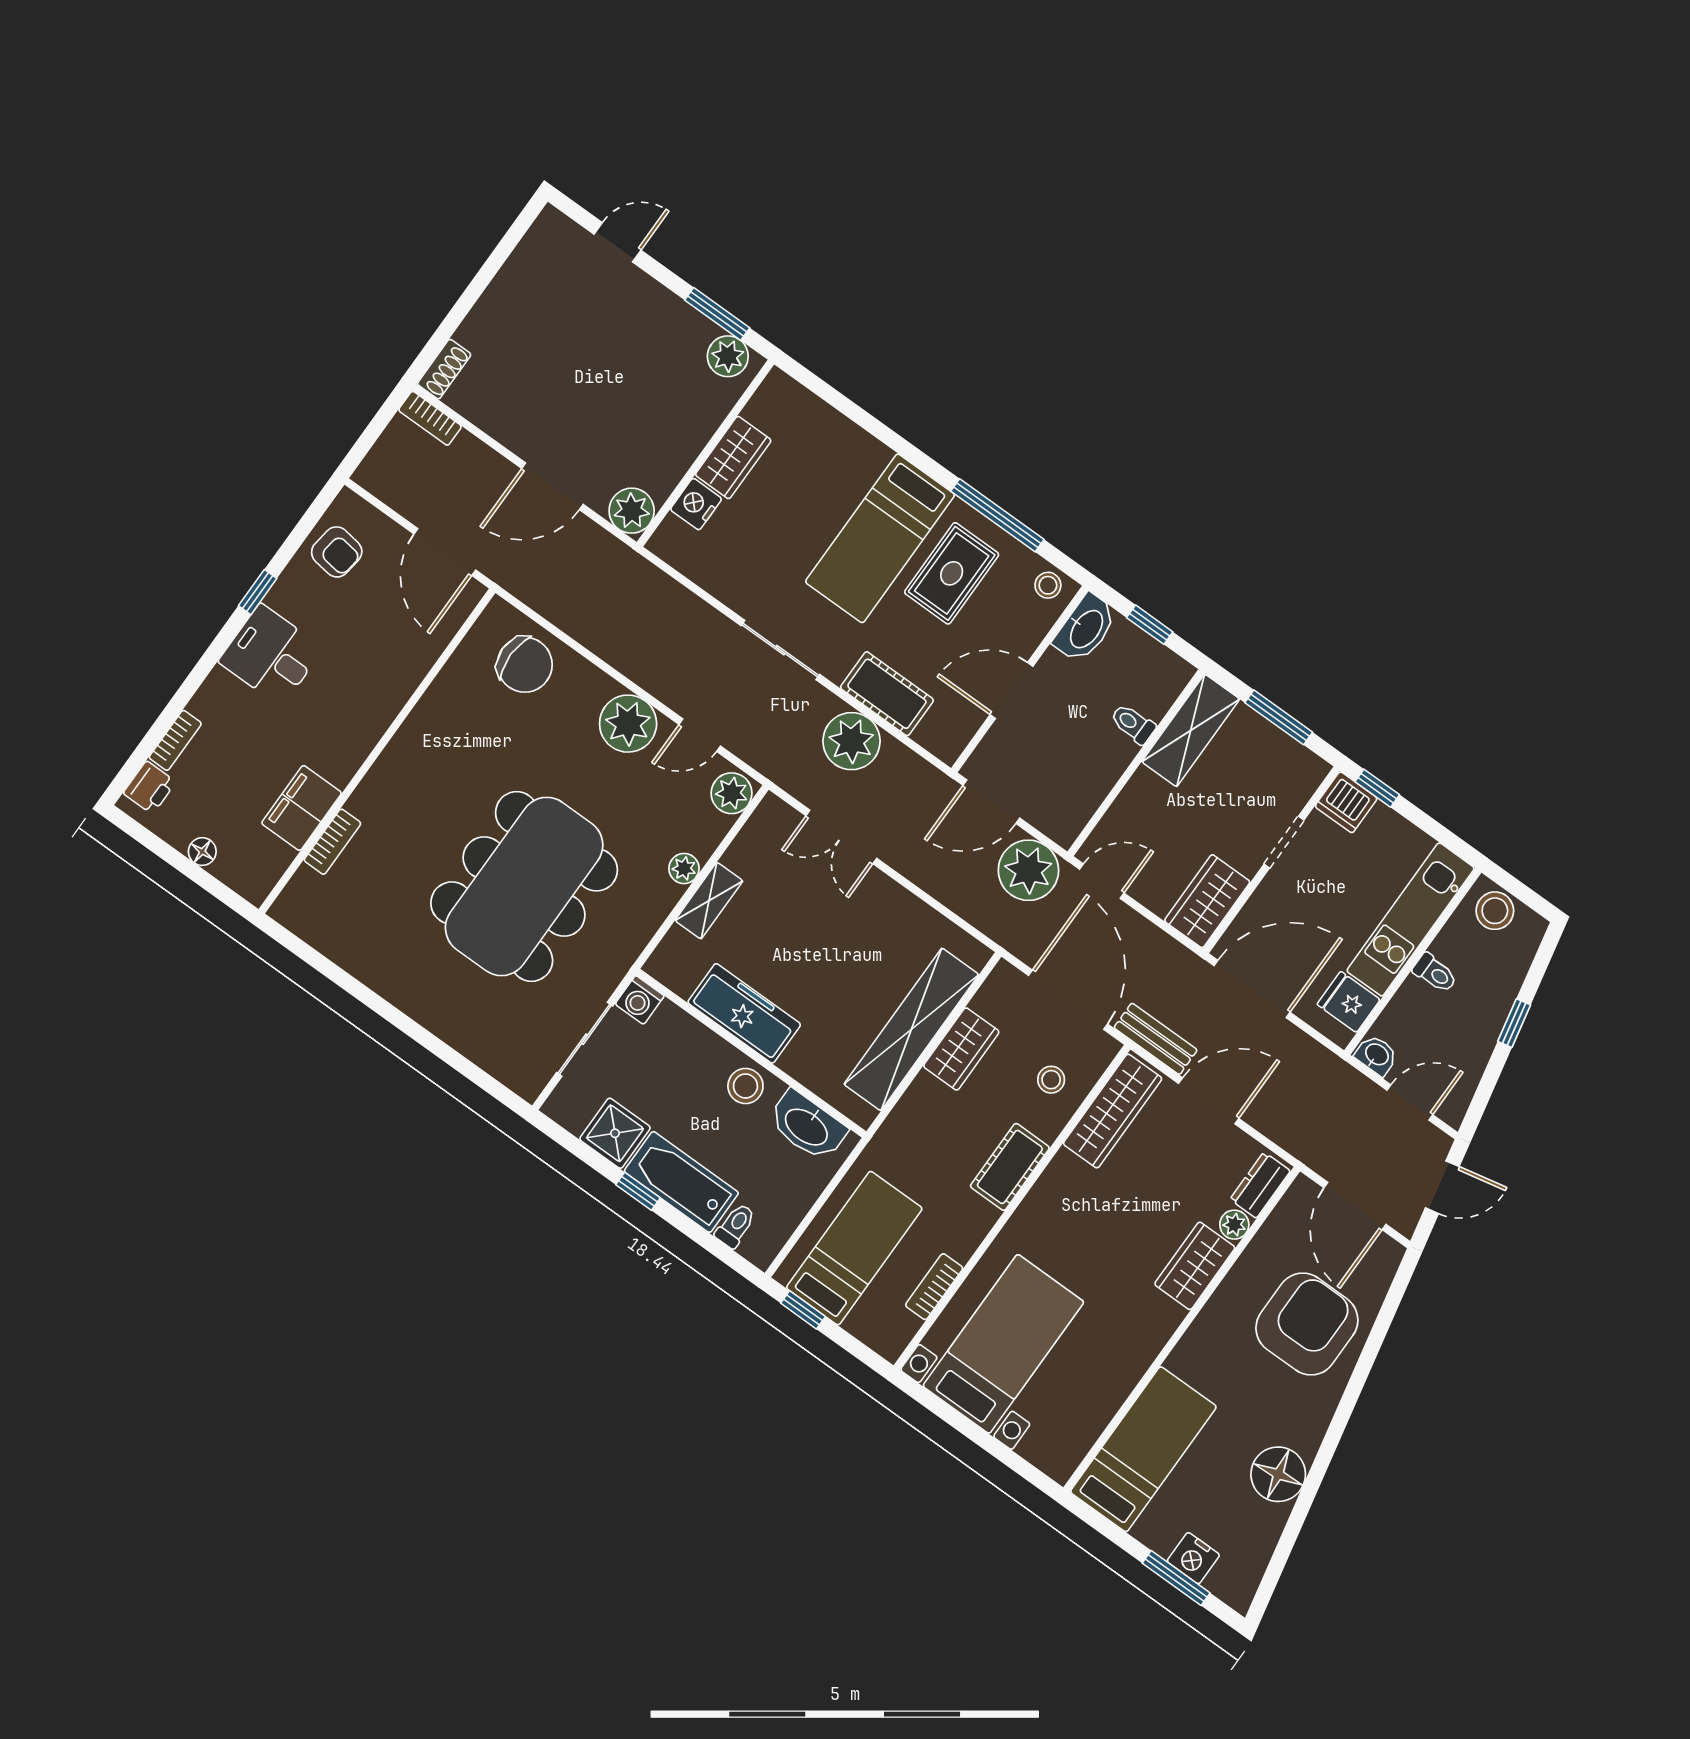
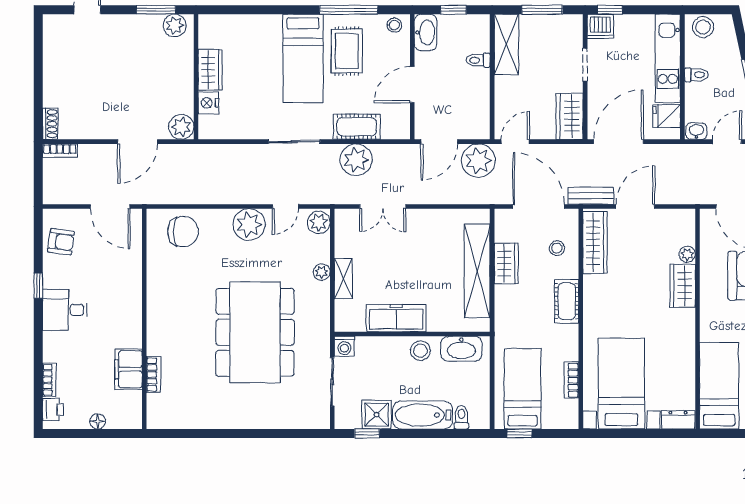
dresser: (1260, 1185) -> (678, 420), moved, turned 90
window: (638, 1191) -> (367, 433), moved

